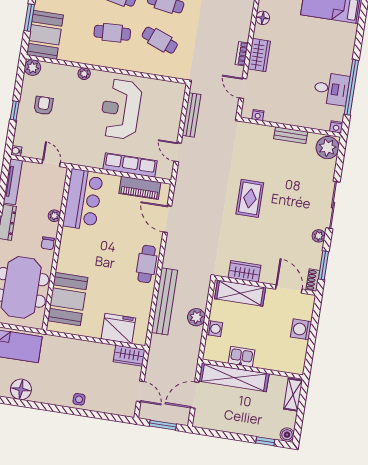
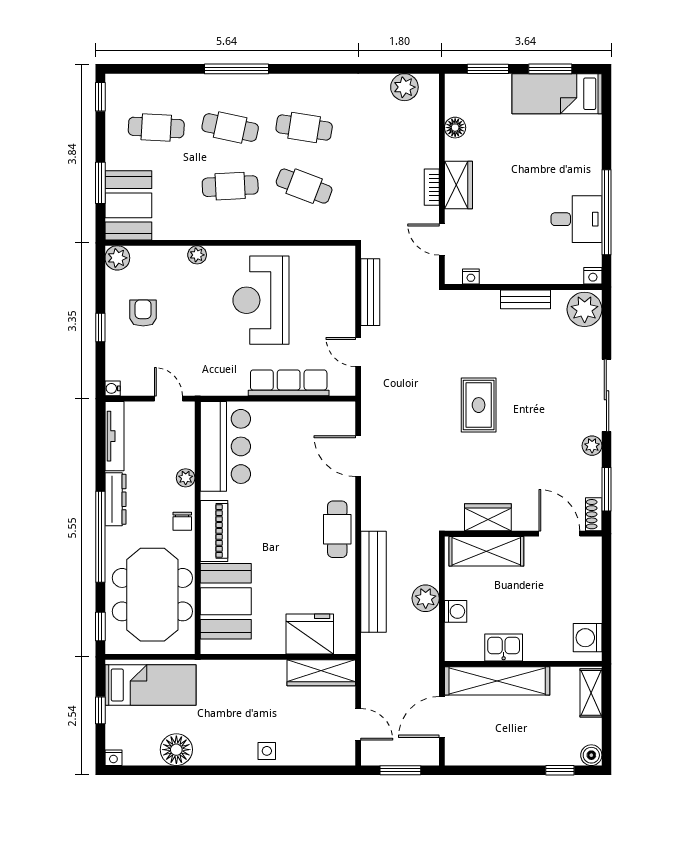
piano: (140, 188) -> (214, 531), moved, turned -90
washing machine: (301, 329) -> (588, 638), moved
wardrobe: (129, 356) -> (321, 673), width x1.50

